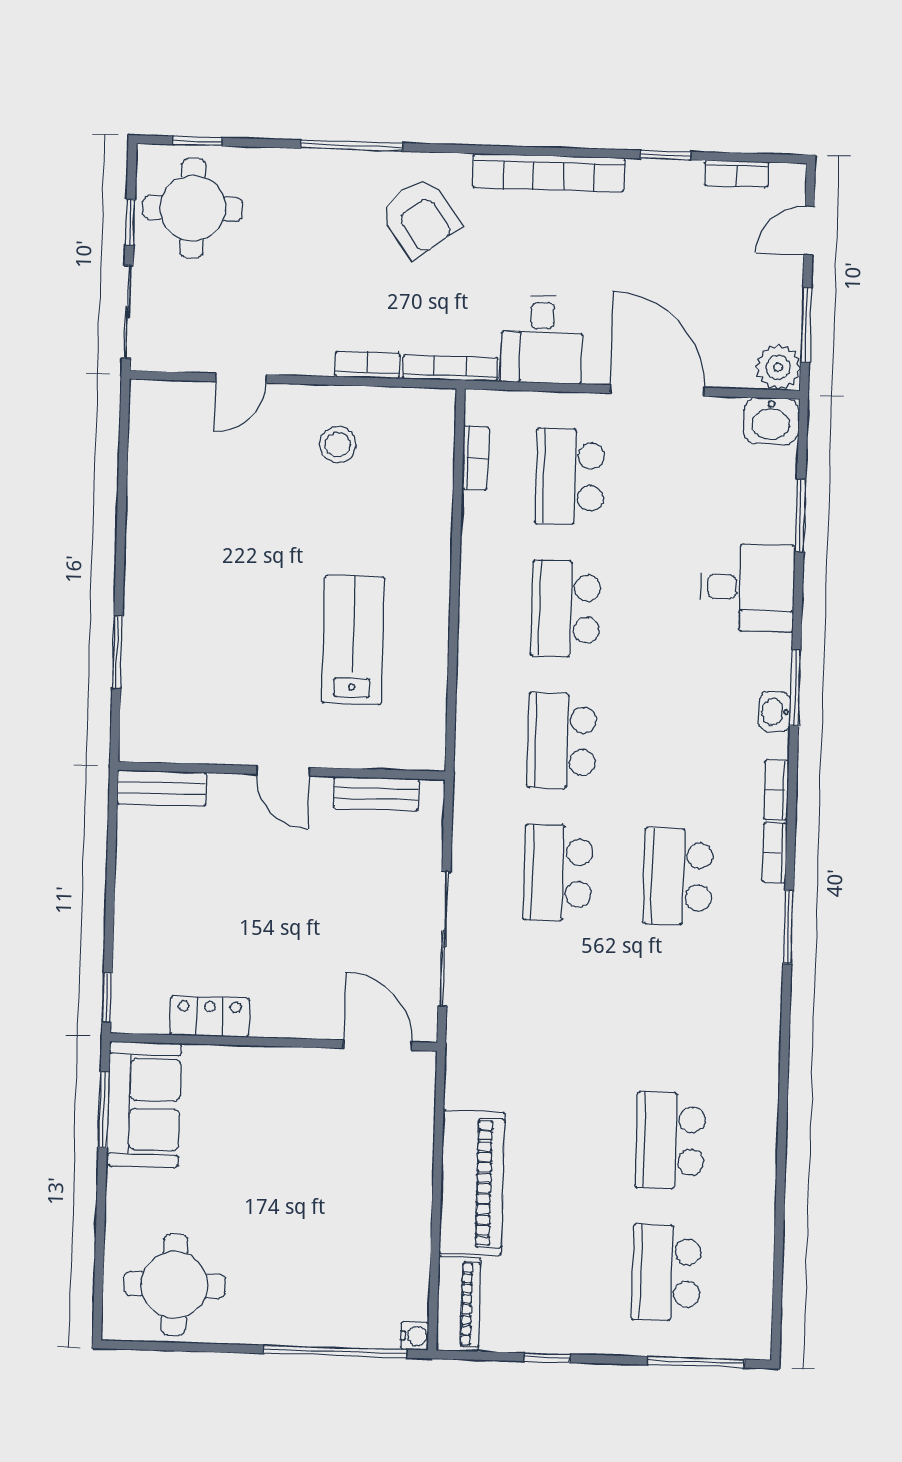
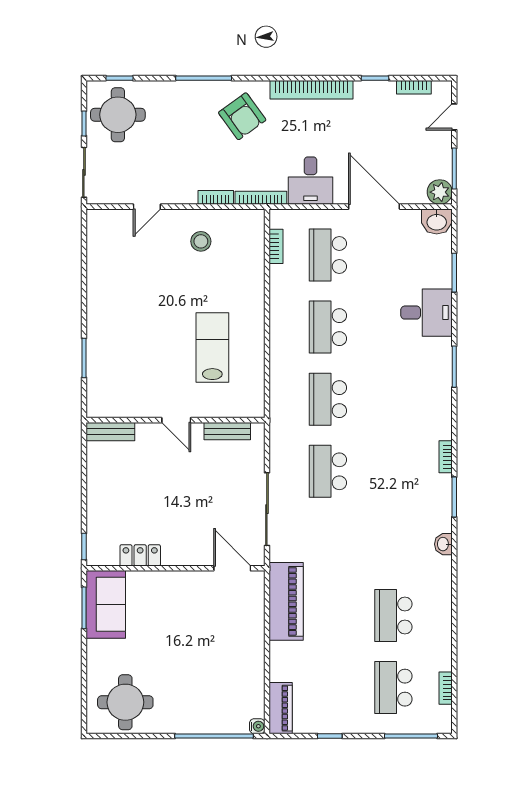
washbasin: (775, 712) -> (443, 544), moved
bookcase: (776, 790) -> (446, 688), moved
school desk: (678, 876) -> (393, 471), removed
piano: (472, 1183) -> (286, 601), moved

